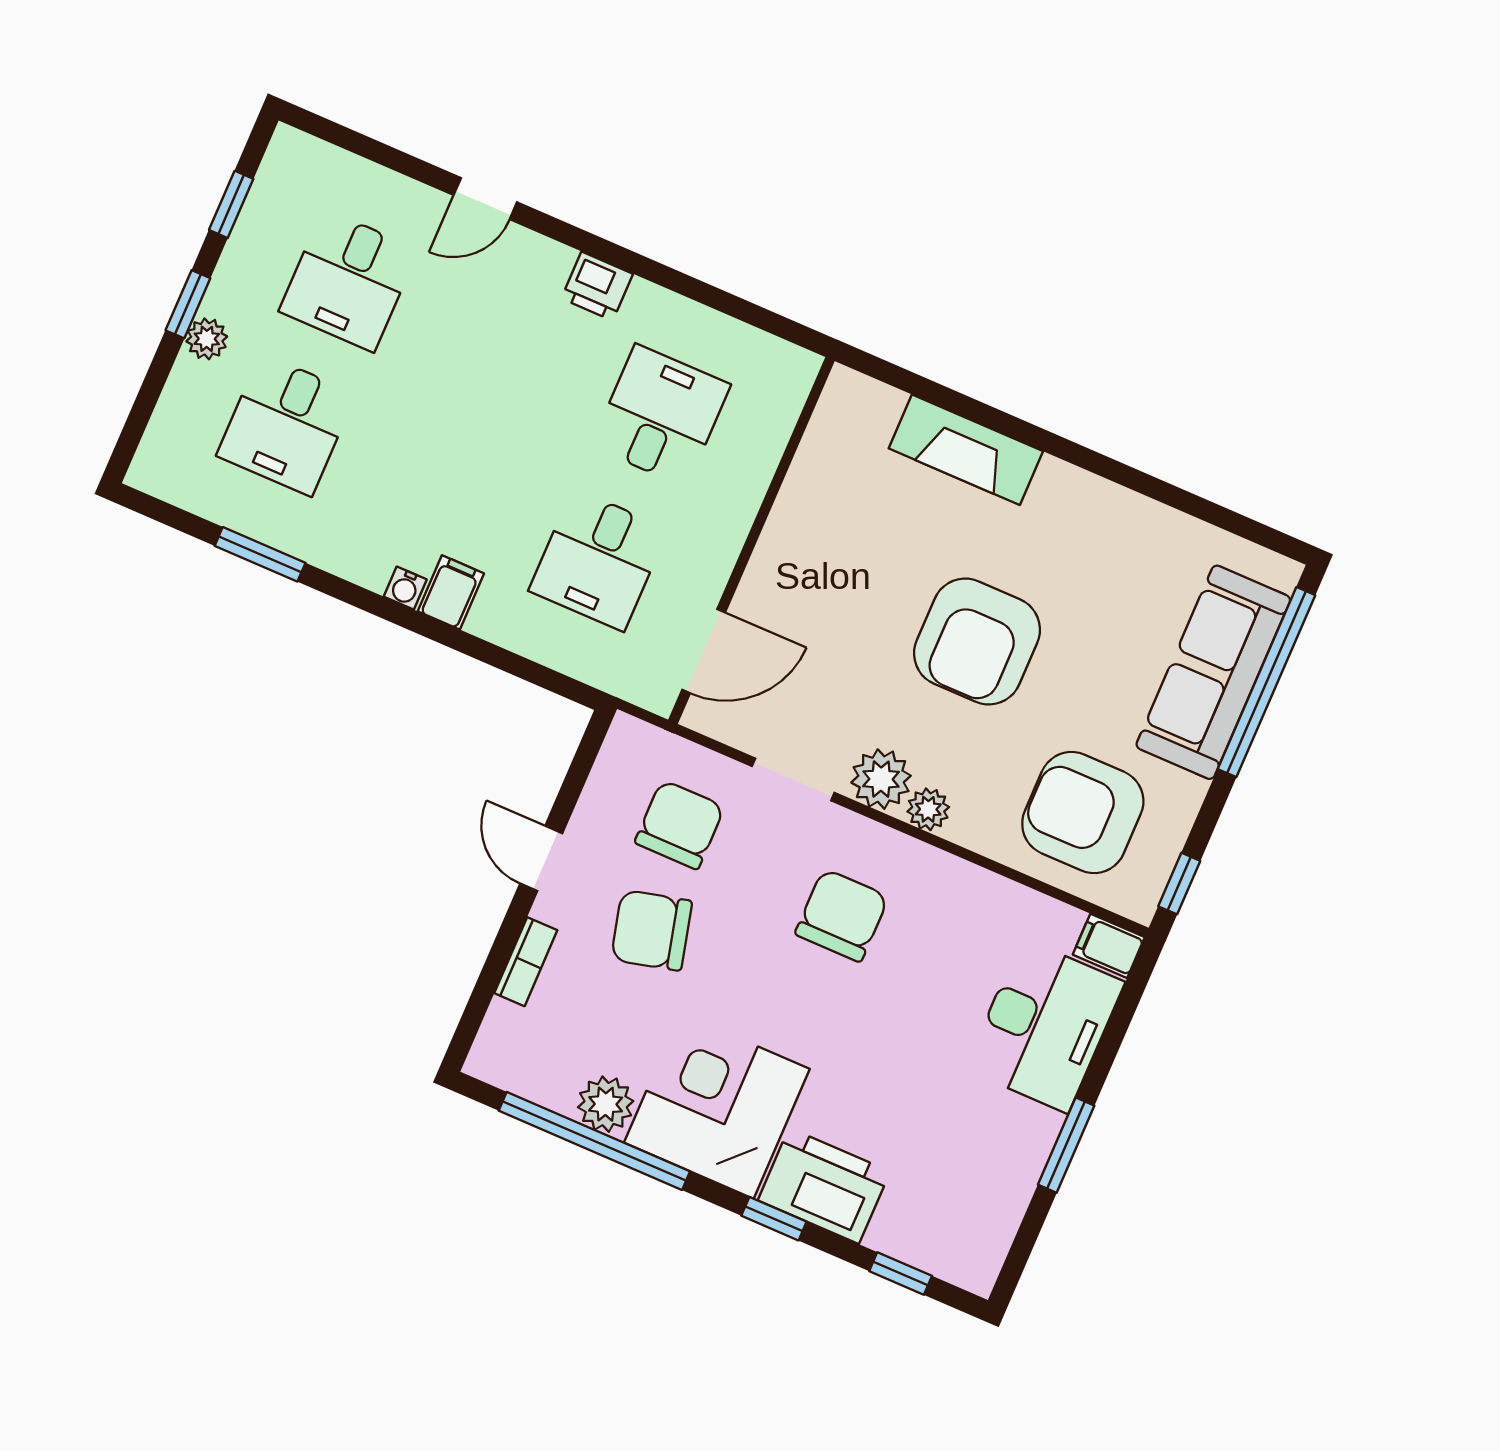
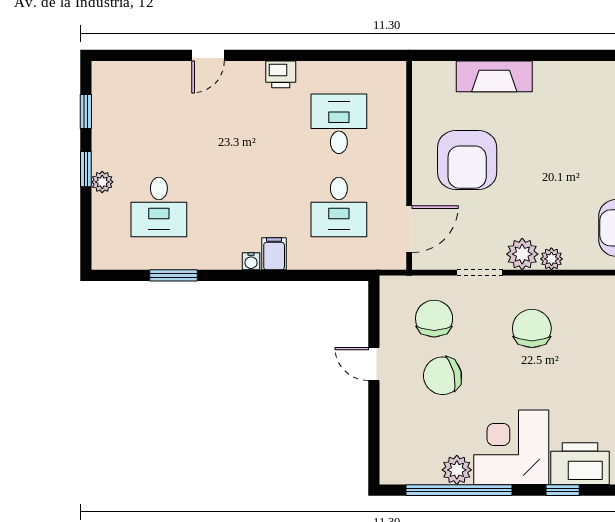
desk: (349, 280) -> (159, 124), removed
armchair: (977, 641) -> (467, 160), moved
bookcase: (526, 962) -> (388, 417), removed

